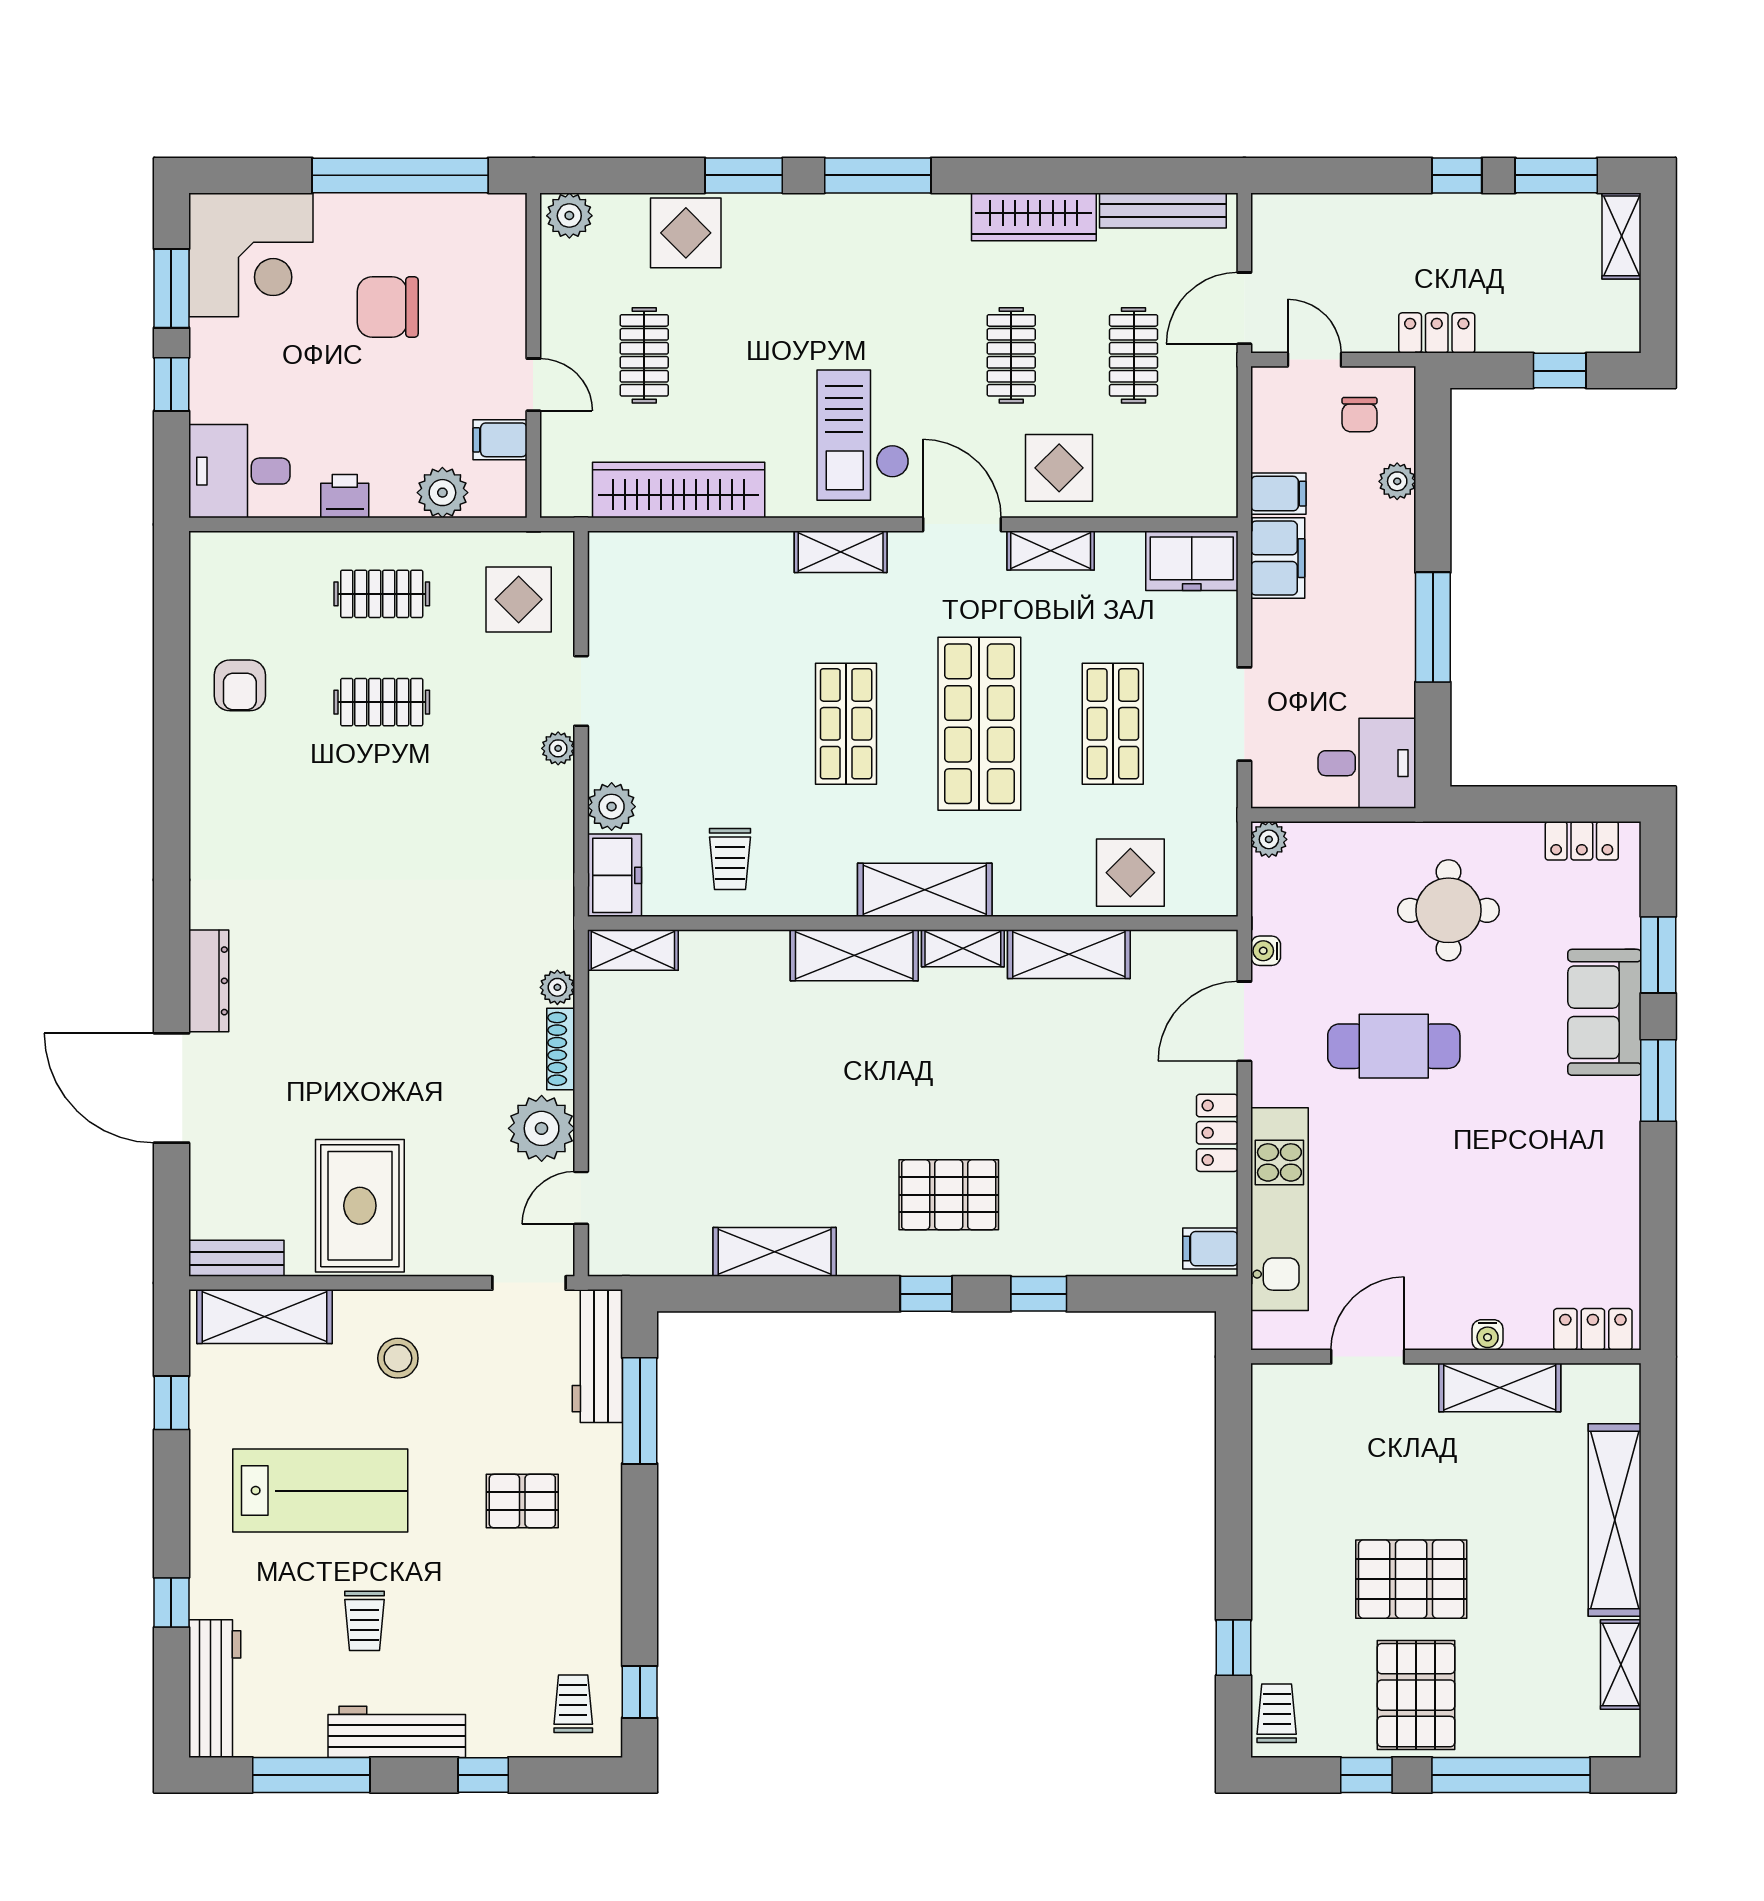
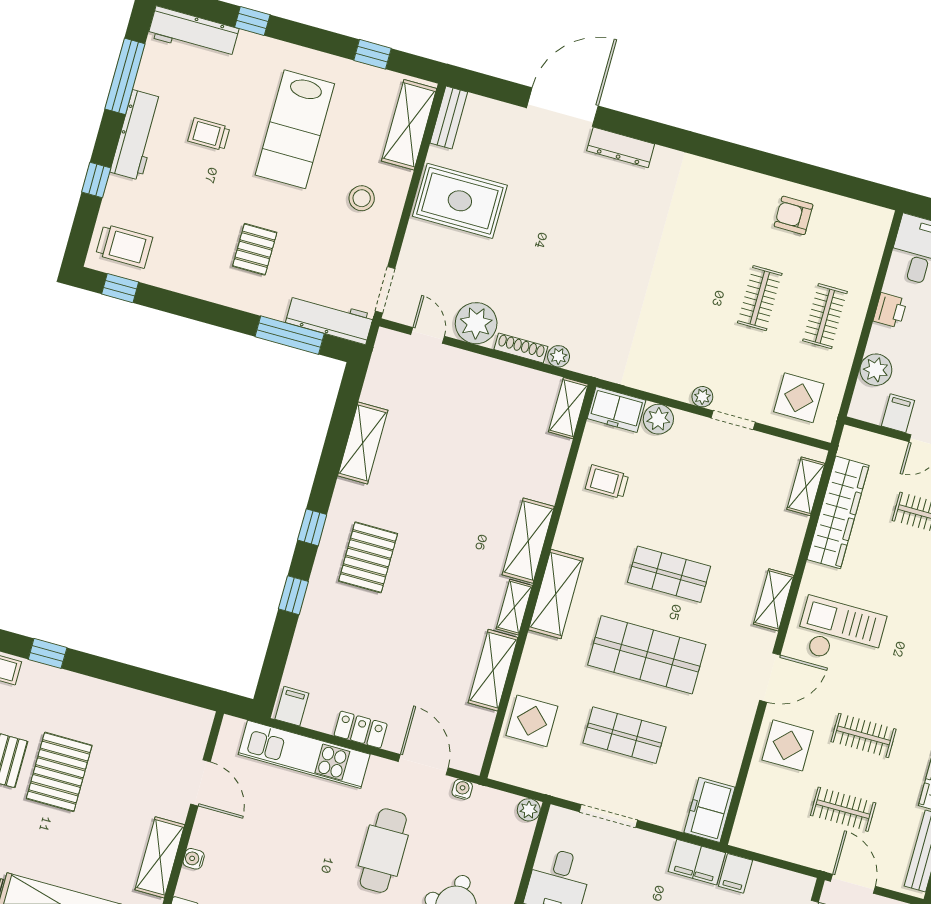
shelving: (1051, 551) -> (806, 486), moved
trolley: (573, 1704) -> (124, 246), width x1.36, depth x1.39

